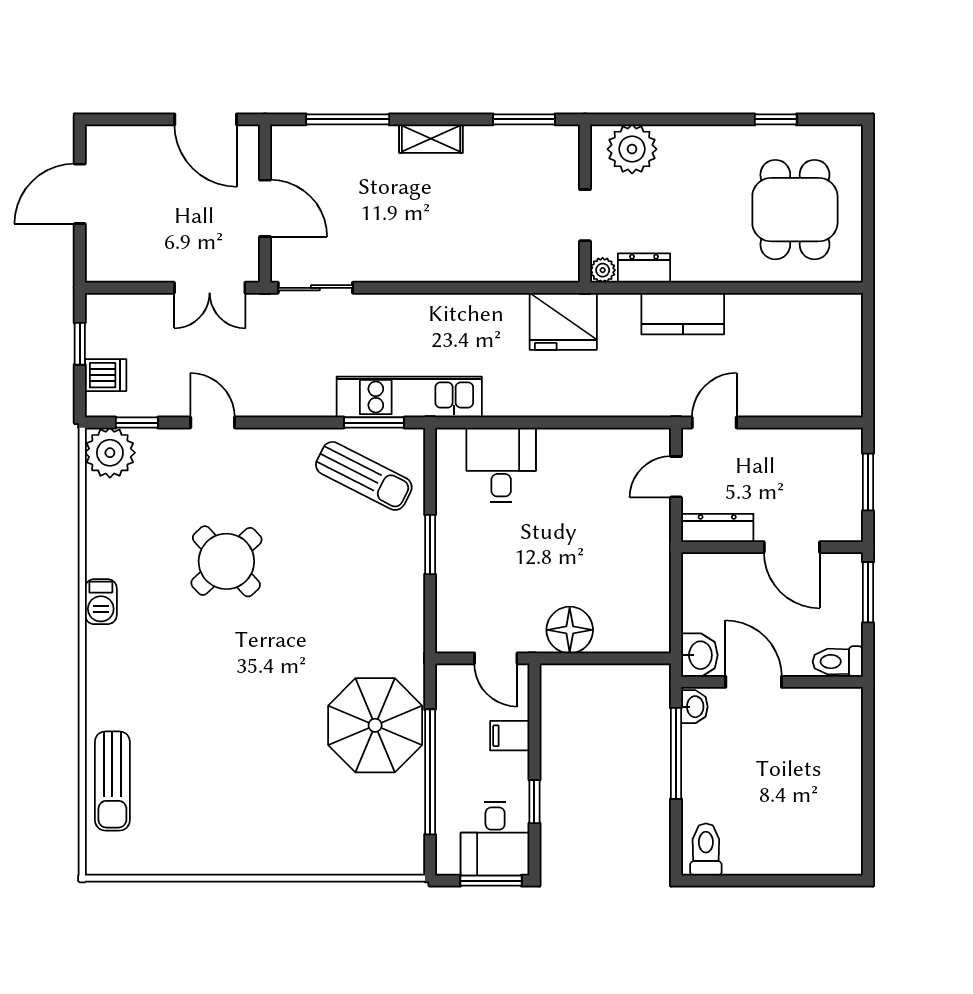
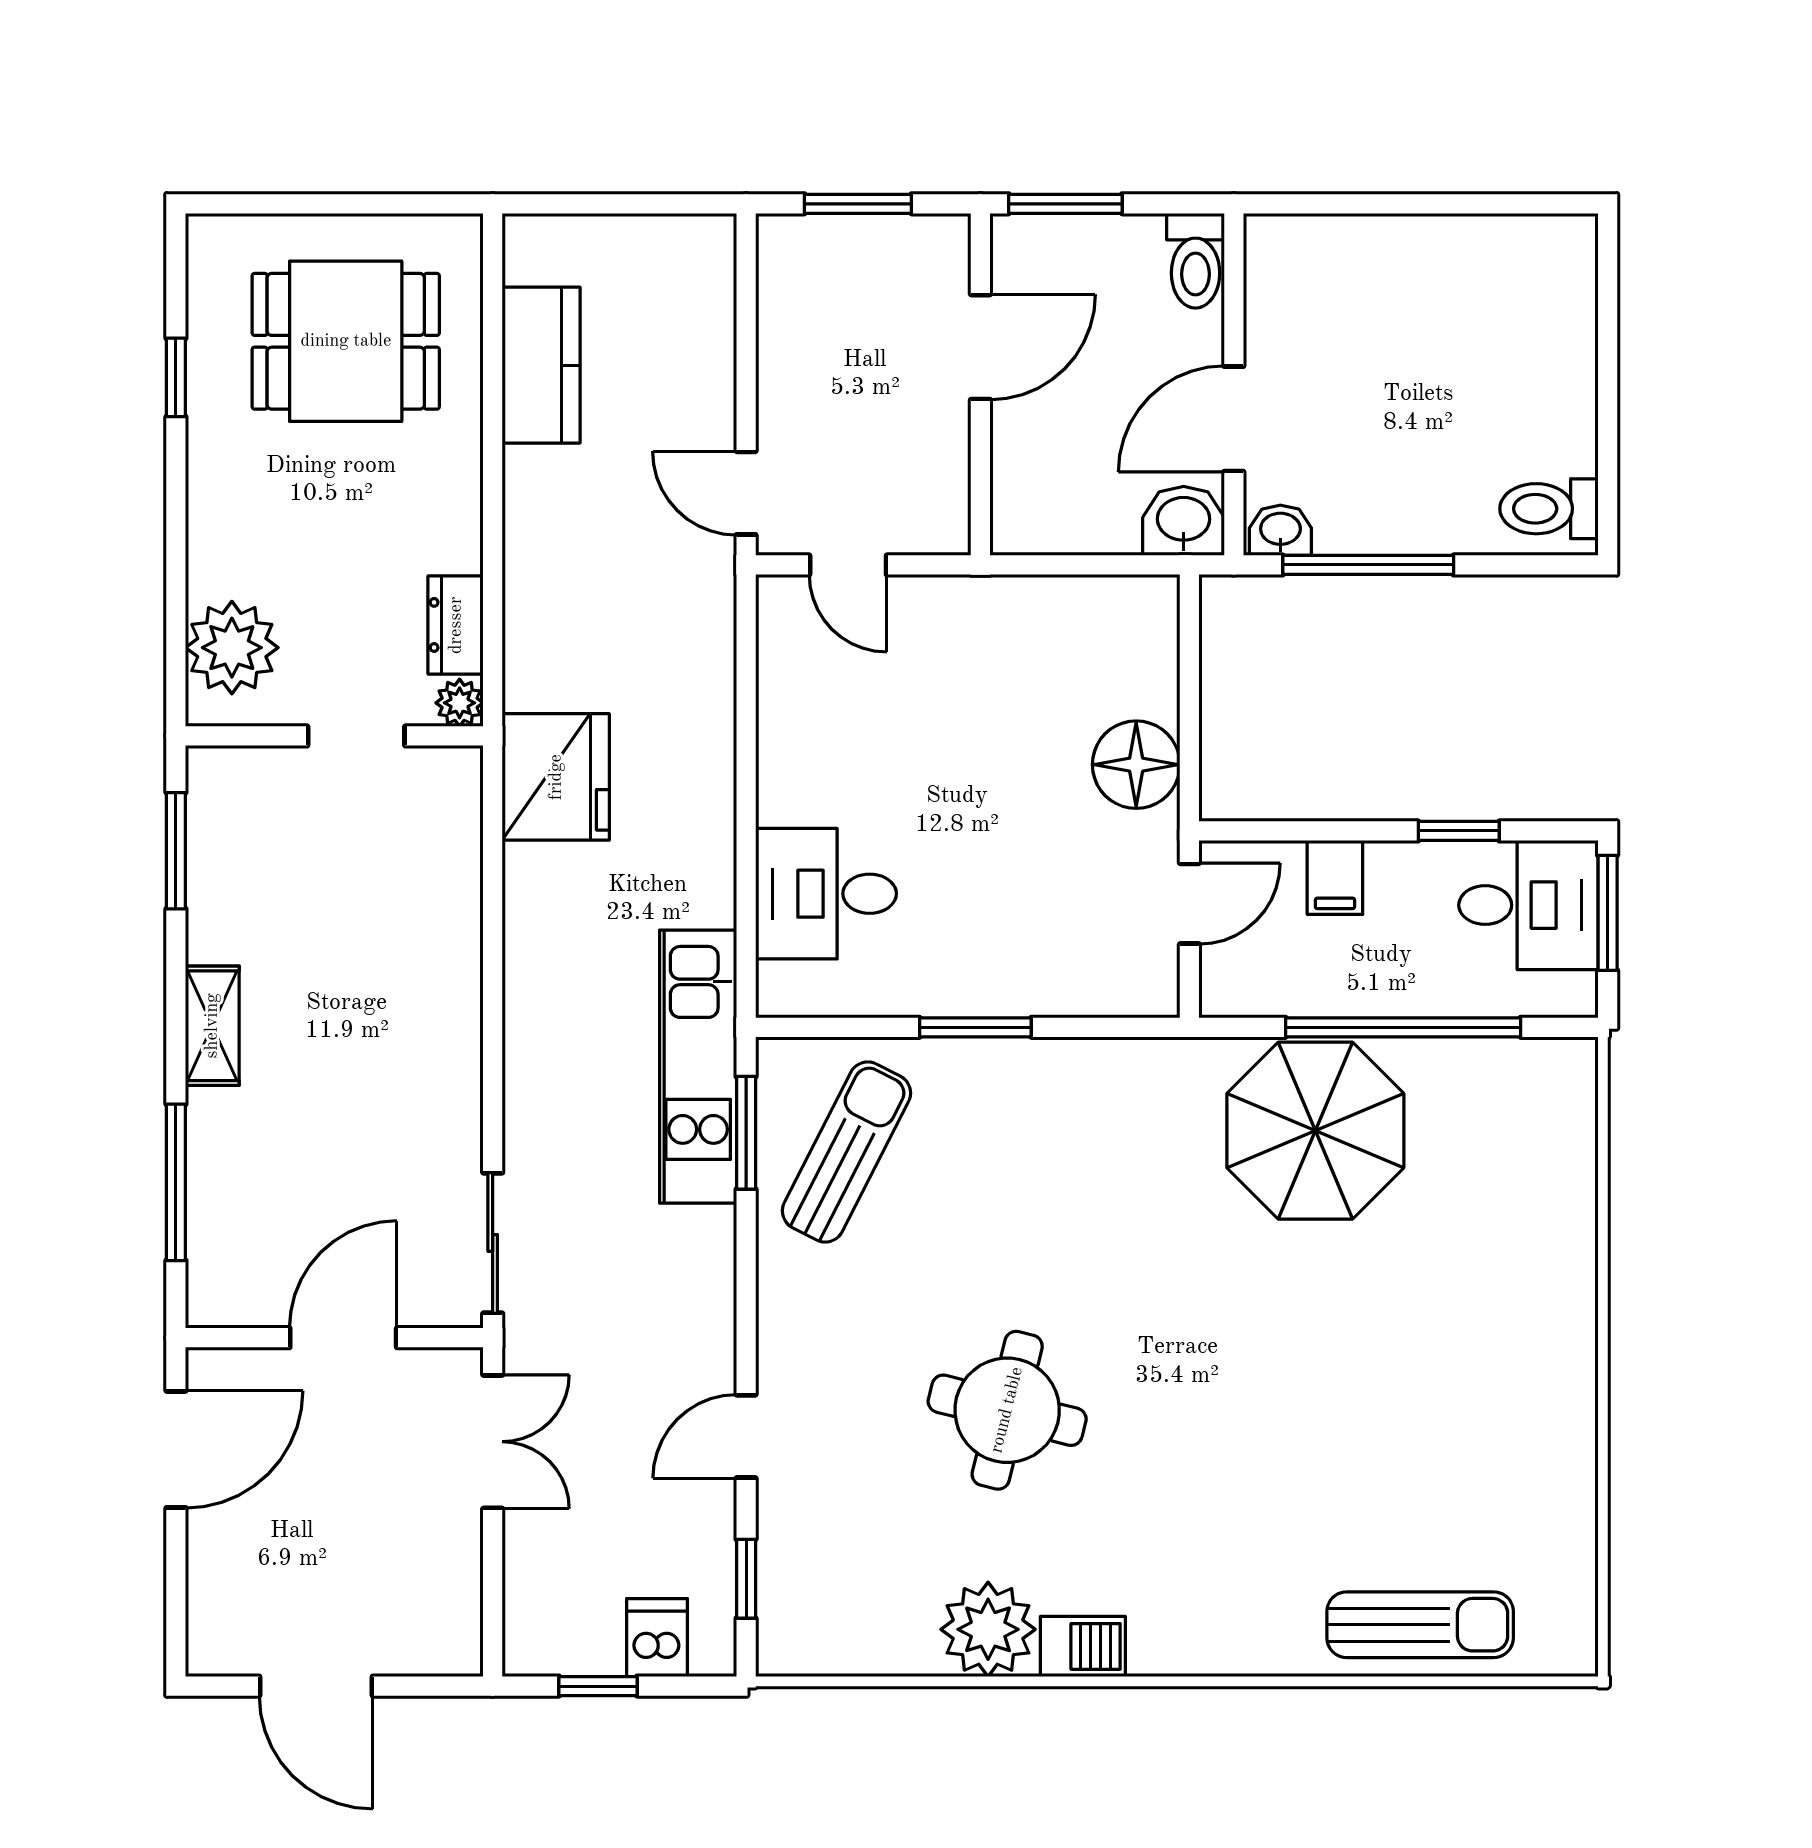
kitchen counter: (683, 314) -> (541, 365), moved
plant: (110, 453) -> (988, 1629), moved
dresser: (717, 528) -> (944, 487), removed
round table: (226, 561) -> (1007, 1410), turned -33

